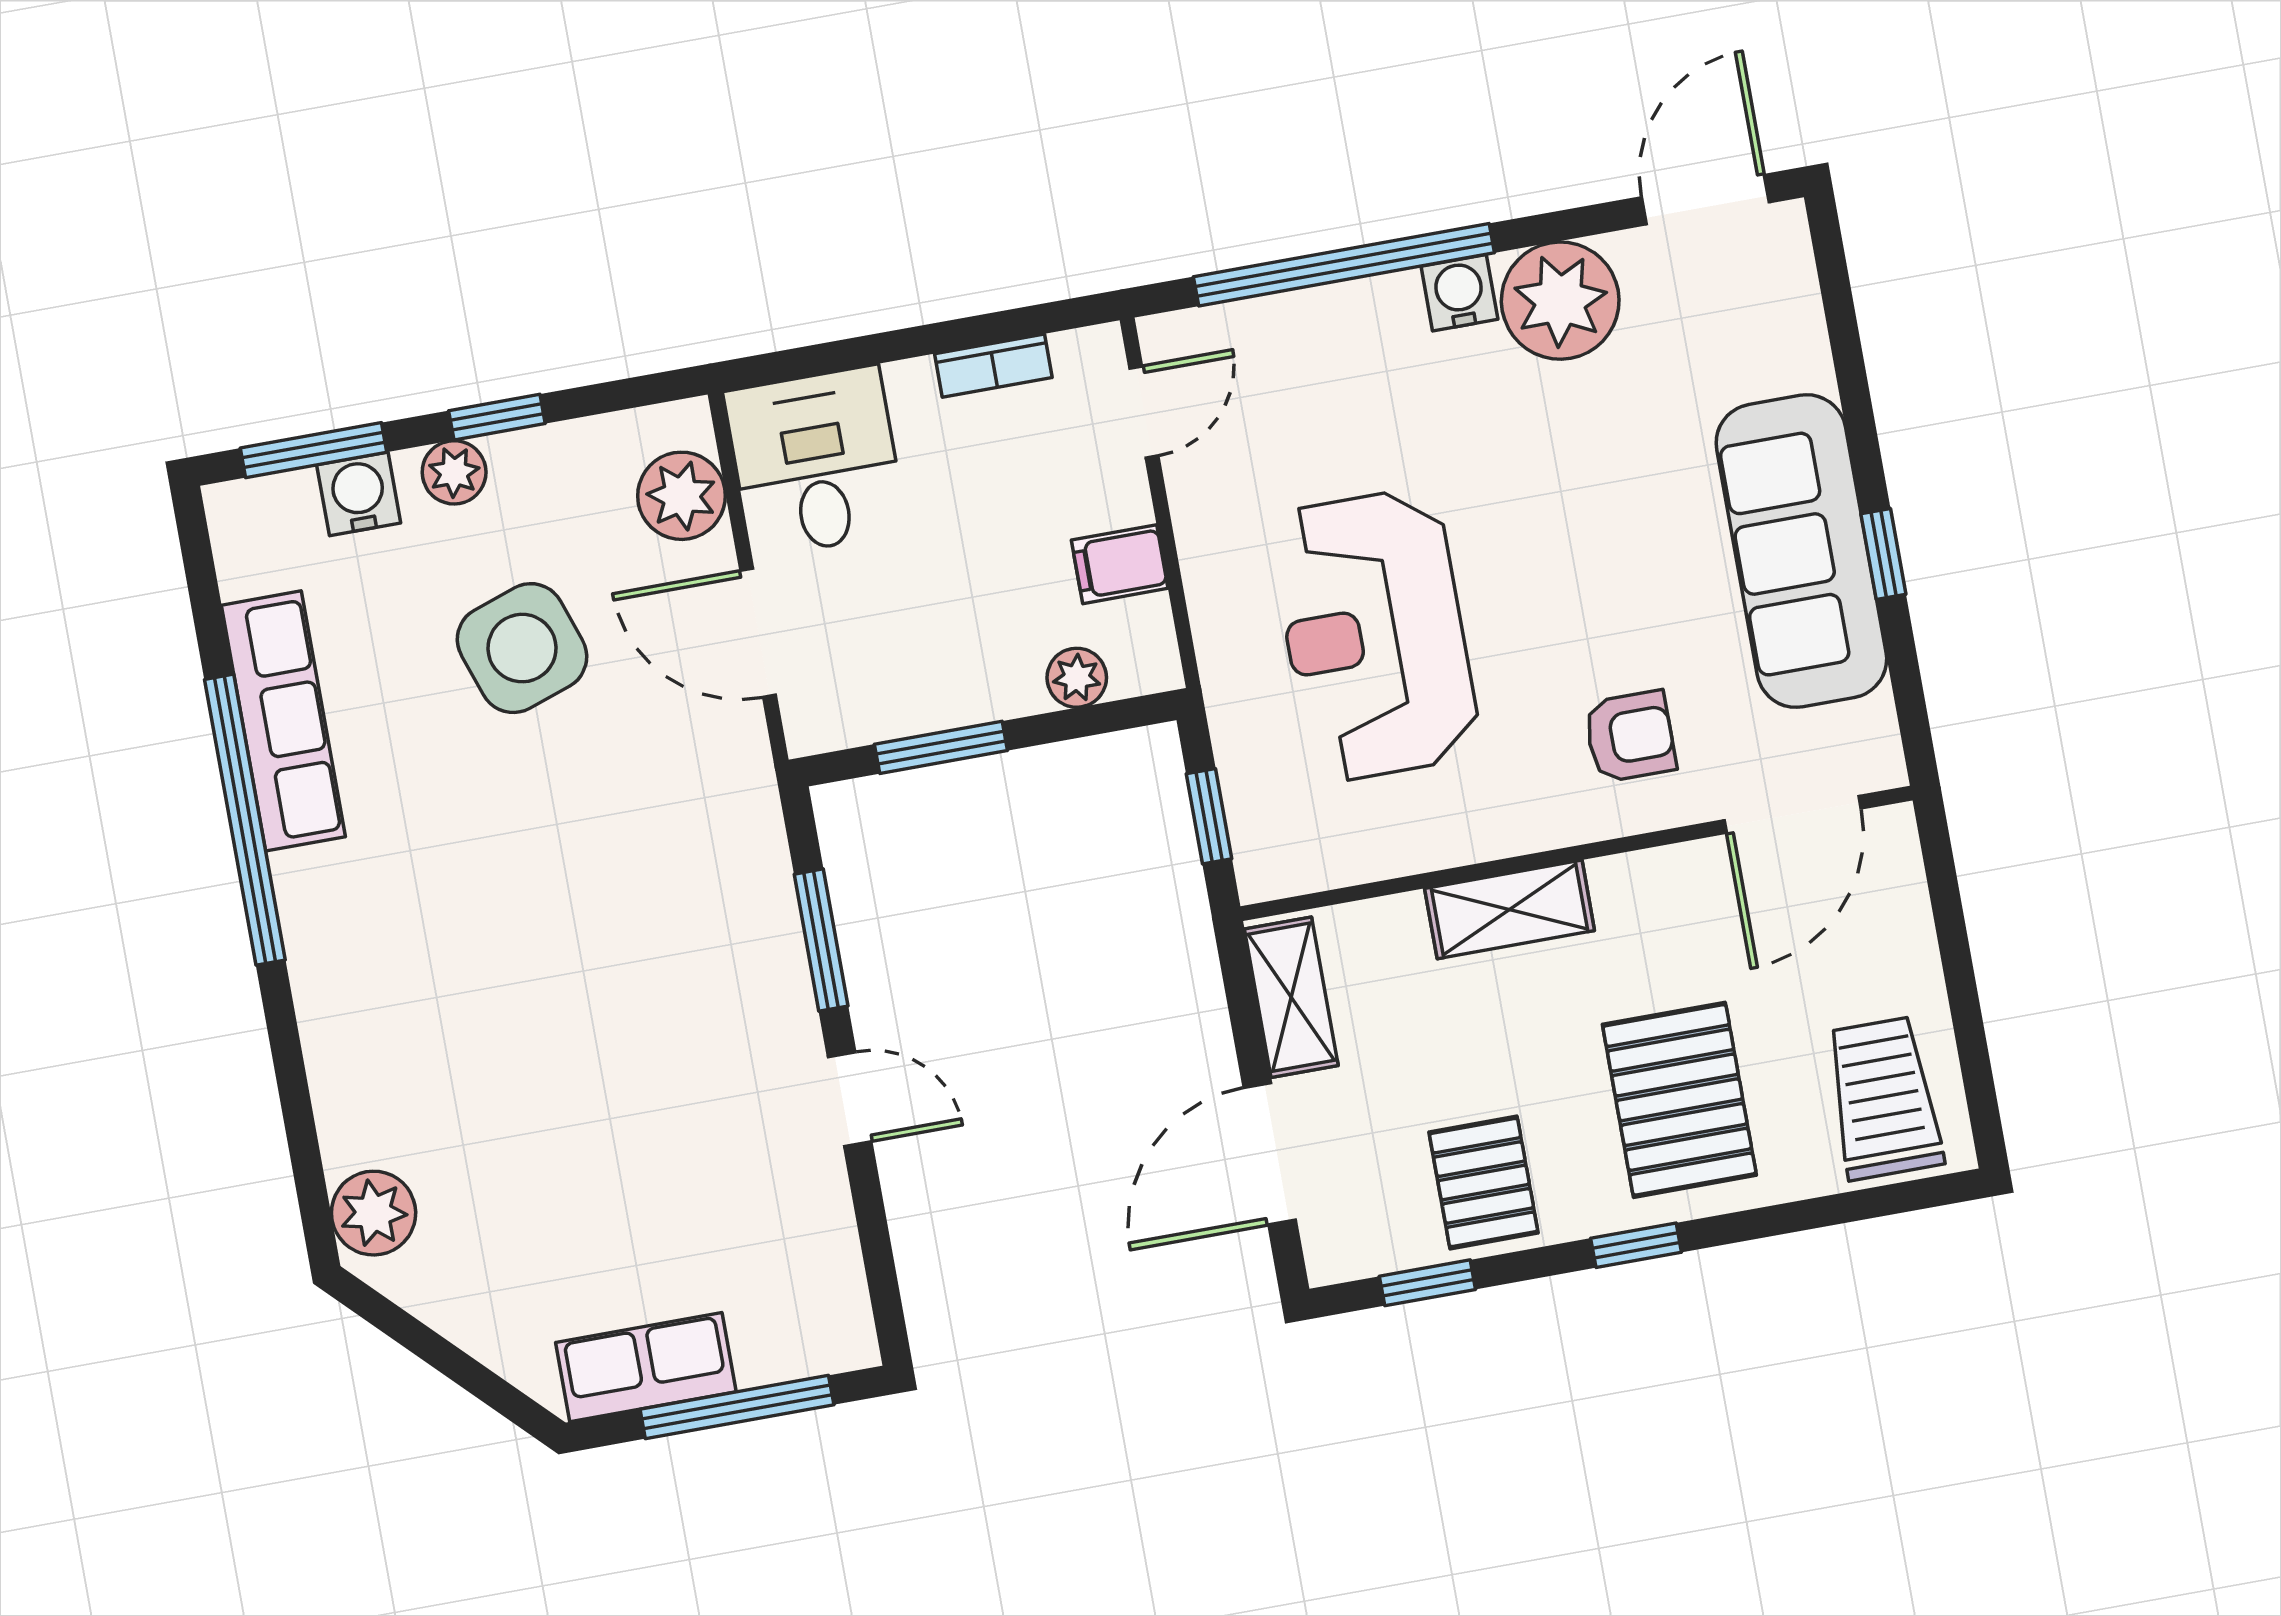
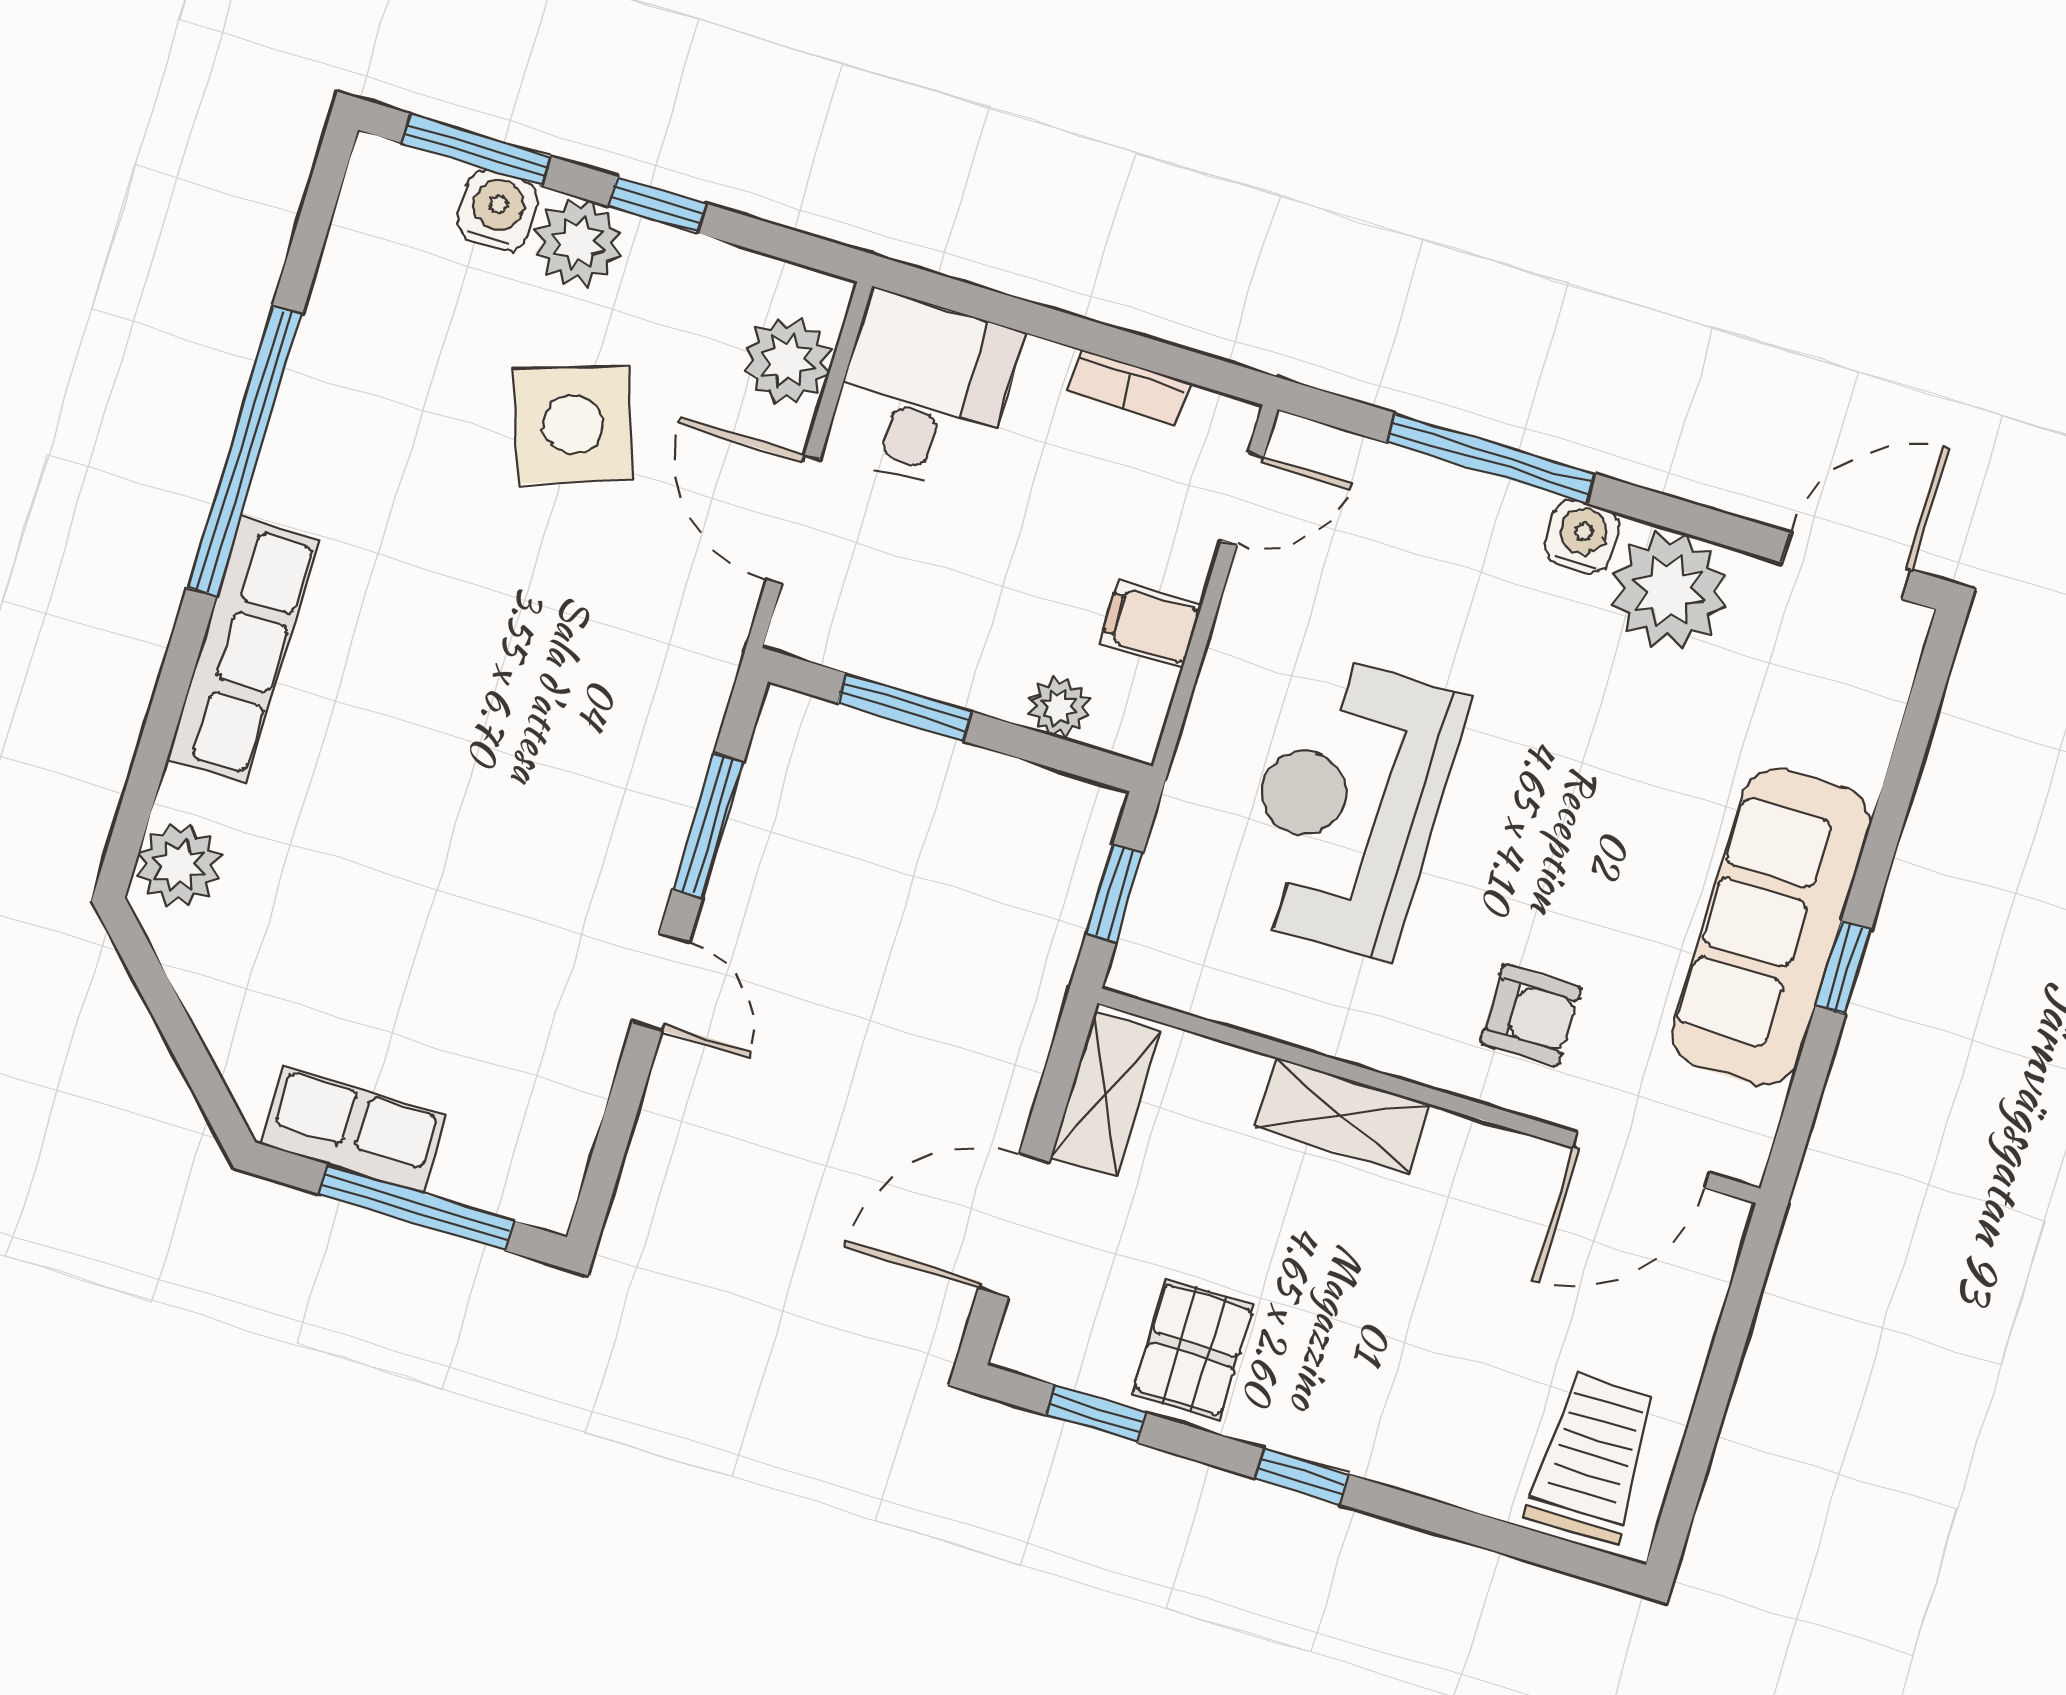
window: (1344, 265) -> (1491, 458), width x0.68
plant: (454, 472) -> (578, 243), width x1.38, depth x1.38
row of seats: (283, 721) -> (243, 650), moved
pallet: (1679, 1100) -> (1408, 1365), removed

